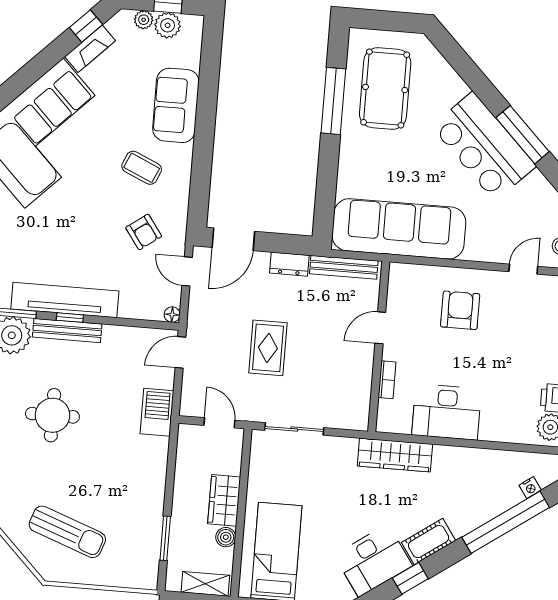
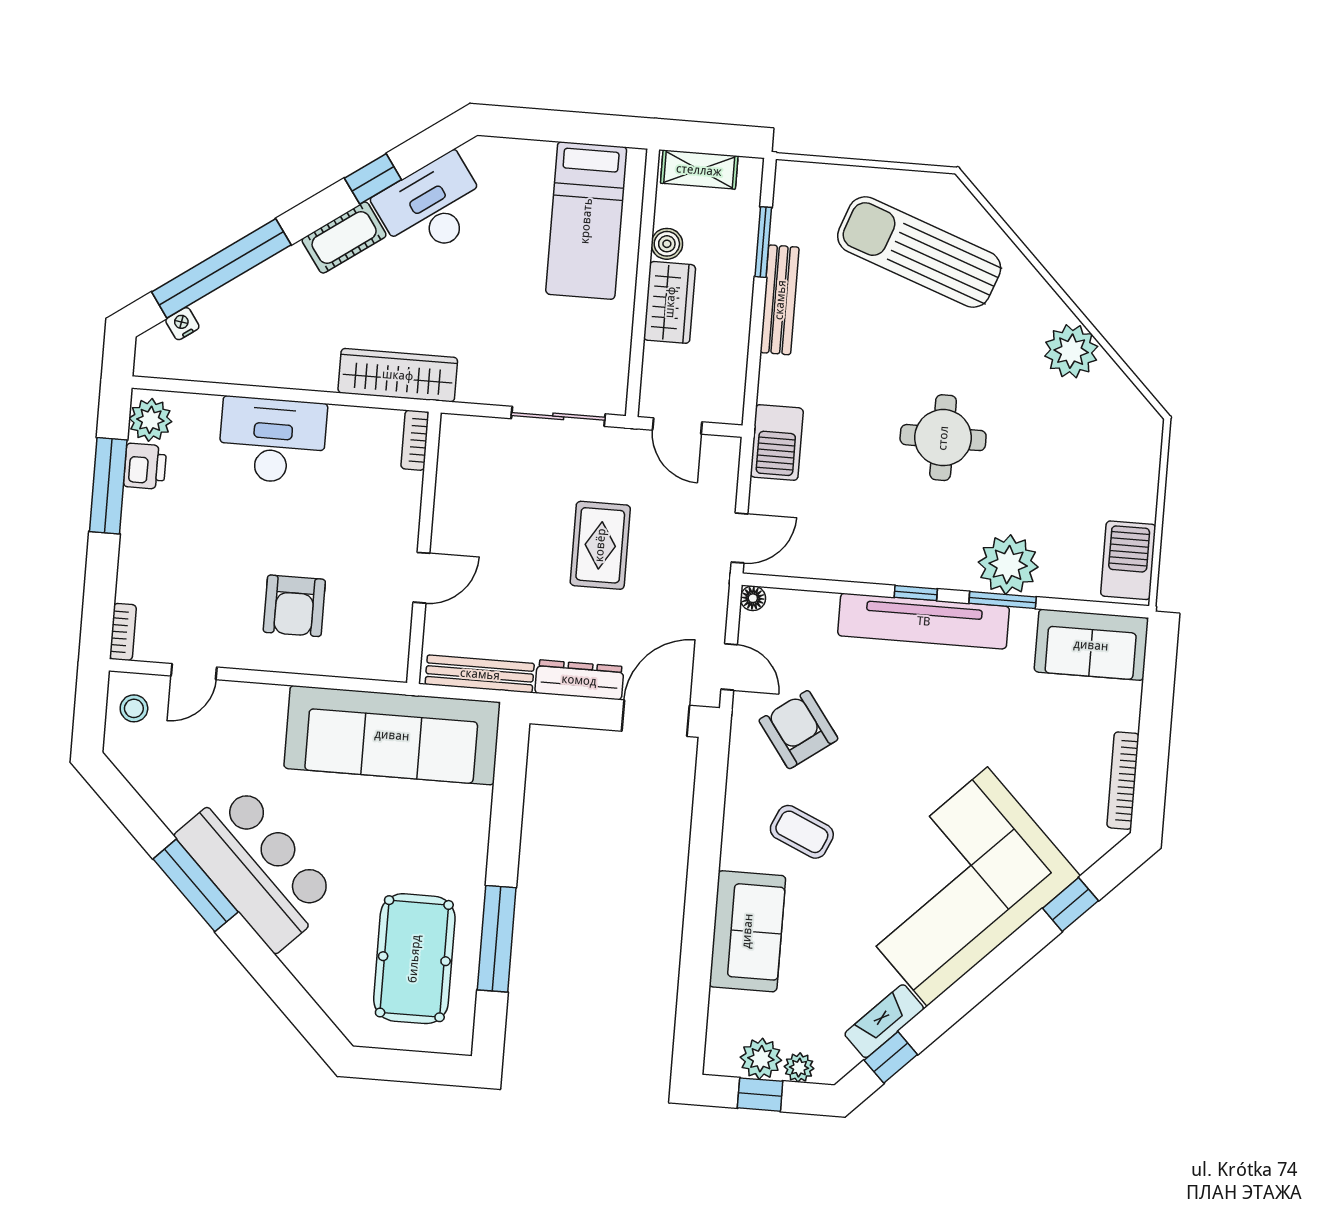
armchair: (144, 232) -> (798, 730), width x1.38, depth x1.38
dresser: (289, 264) -> (579, 680), width x1.44
bench: (67, 330) -> (780, 300), moved, turned 90
bookcase: (387, 380) -> (415, 440), moved
desk: (447, 412) -> (272, 440), moved
sun lounger: (67, 532) -> (919, 252), width x1.36, depth x1.34

